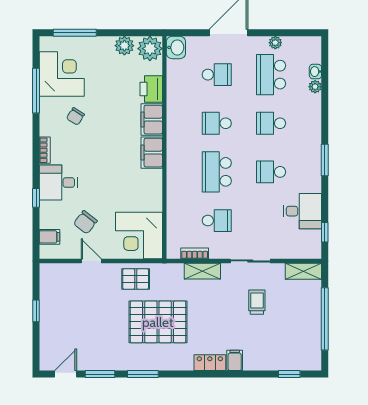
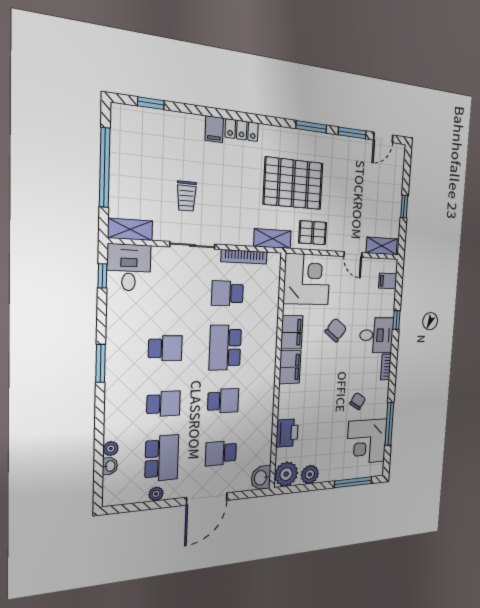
filing cabinet: (152, 120) -> (292, 332), moved
school desk: (217, 172) -> (225, 348), turned 180
desk: (302, 211) -> (129, 268), moved, turned 90
chair: (85, 222) -> (336, 330), moved
bookcase: (195, 253) -> (244, 257), width x1.56
shelving: (59, 271) -> (382, 246), added
shelving: (202, 271) -> (272, 239), moved

